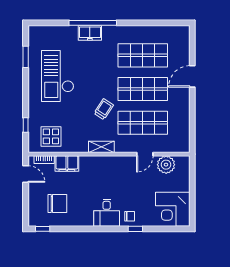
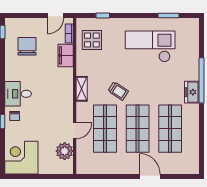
freezer: (90, 33) -> (192, 92), moved
door: (145, 154) -> (75, 131), swing flipped
chair: (57, 203) -> (27, 46), turned 180

